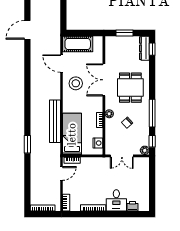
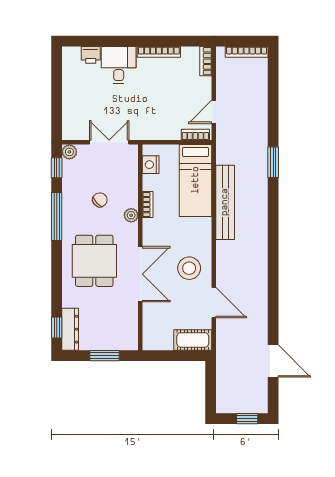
door: (27, 30) -> (273, 361), hinge flipped
cot: (78, 44) -> (193, 340), width x0.73, depth x0.75

